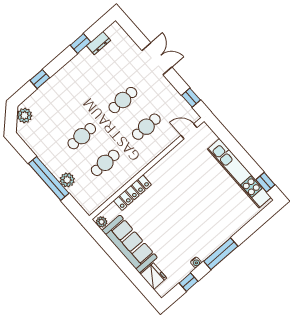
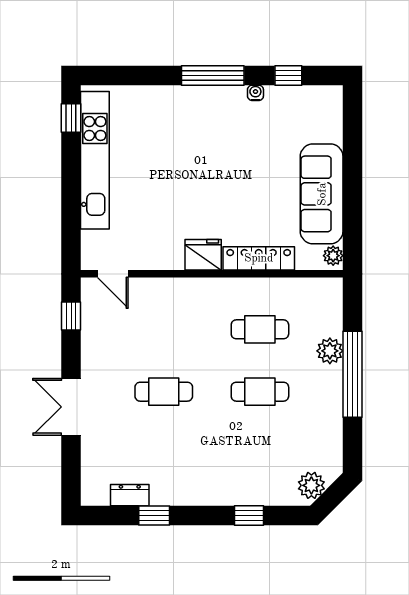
cafe table: (146, 127) -> (164, 329), removed
fridge: (153, 276) -> (203, 255), moved, turned 90

